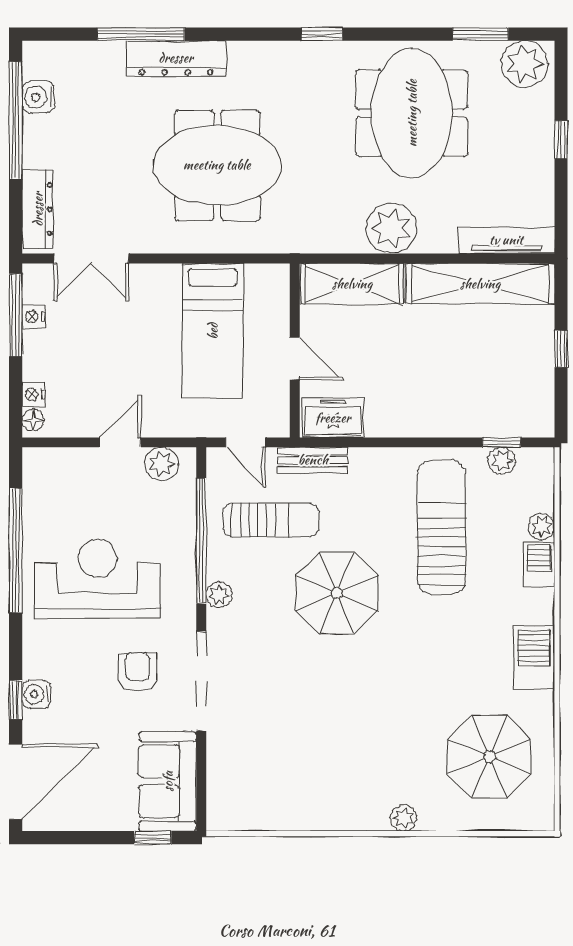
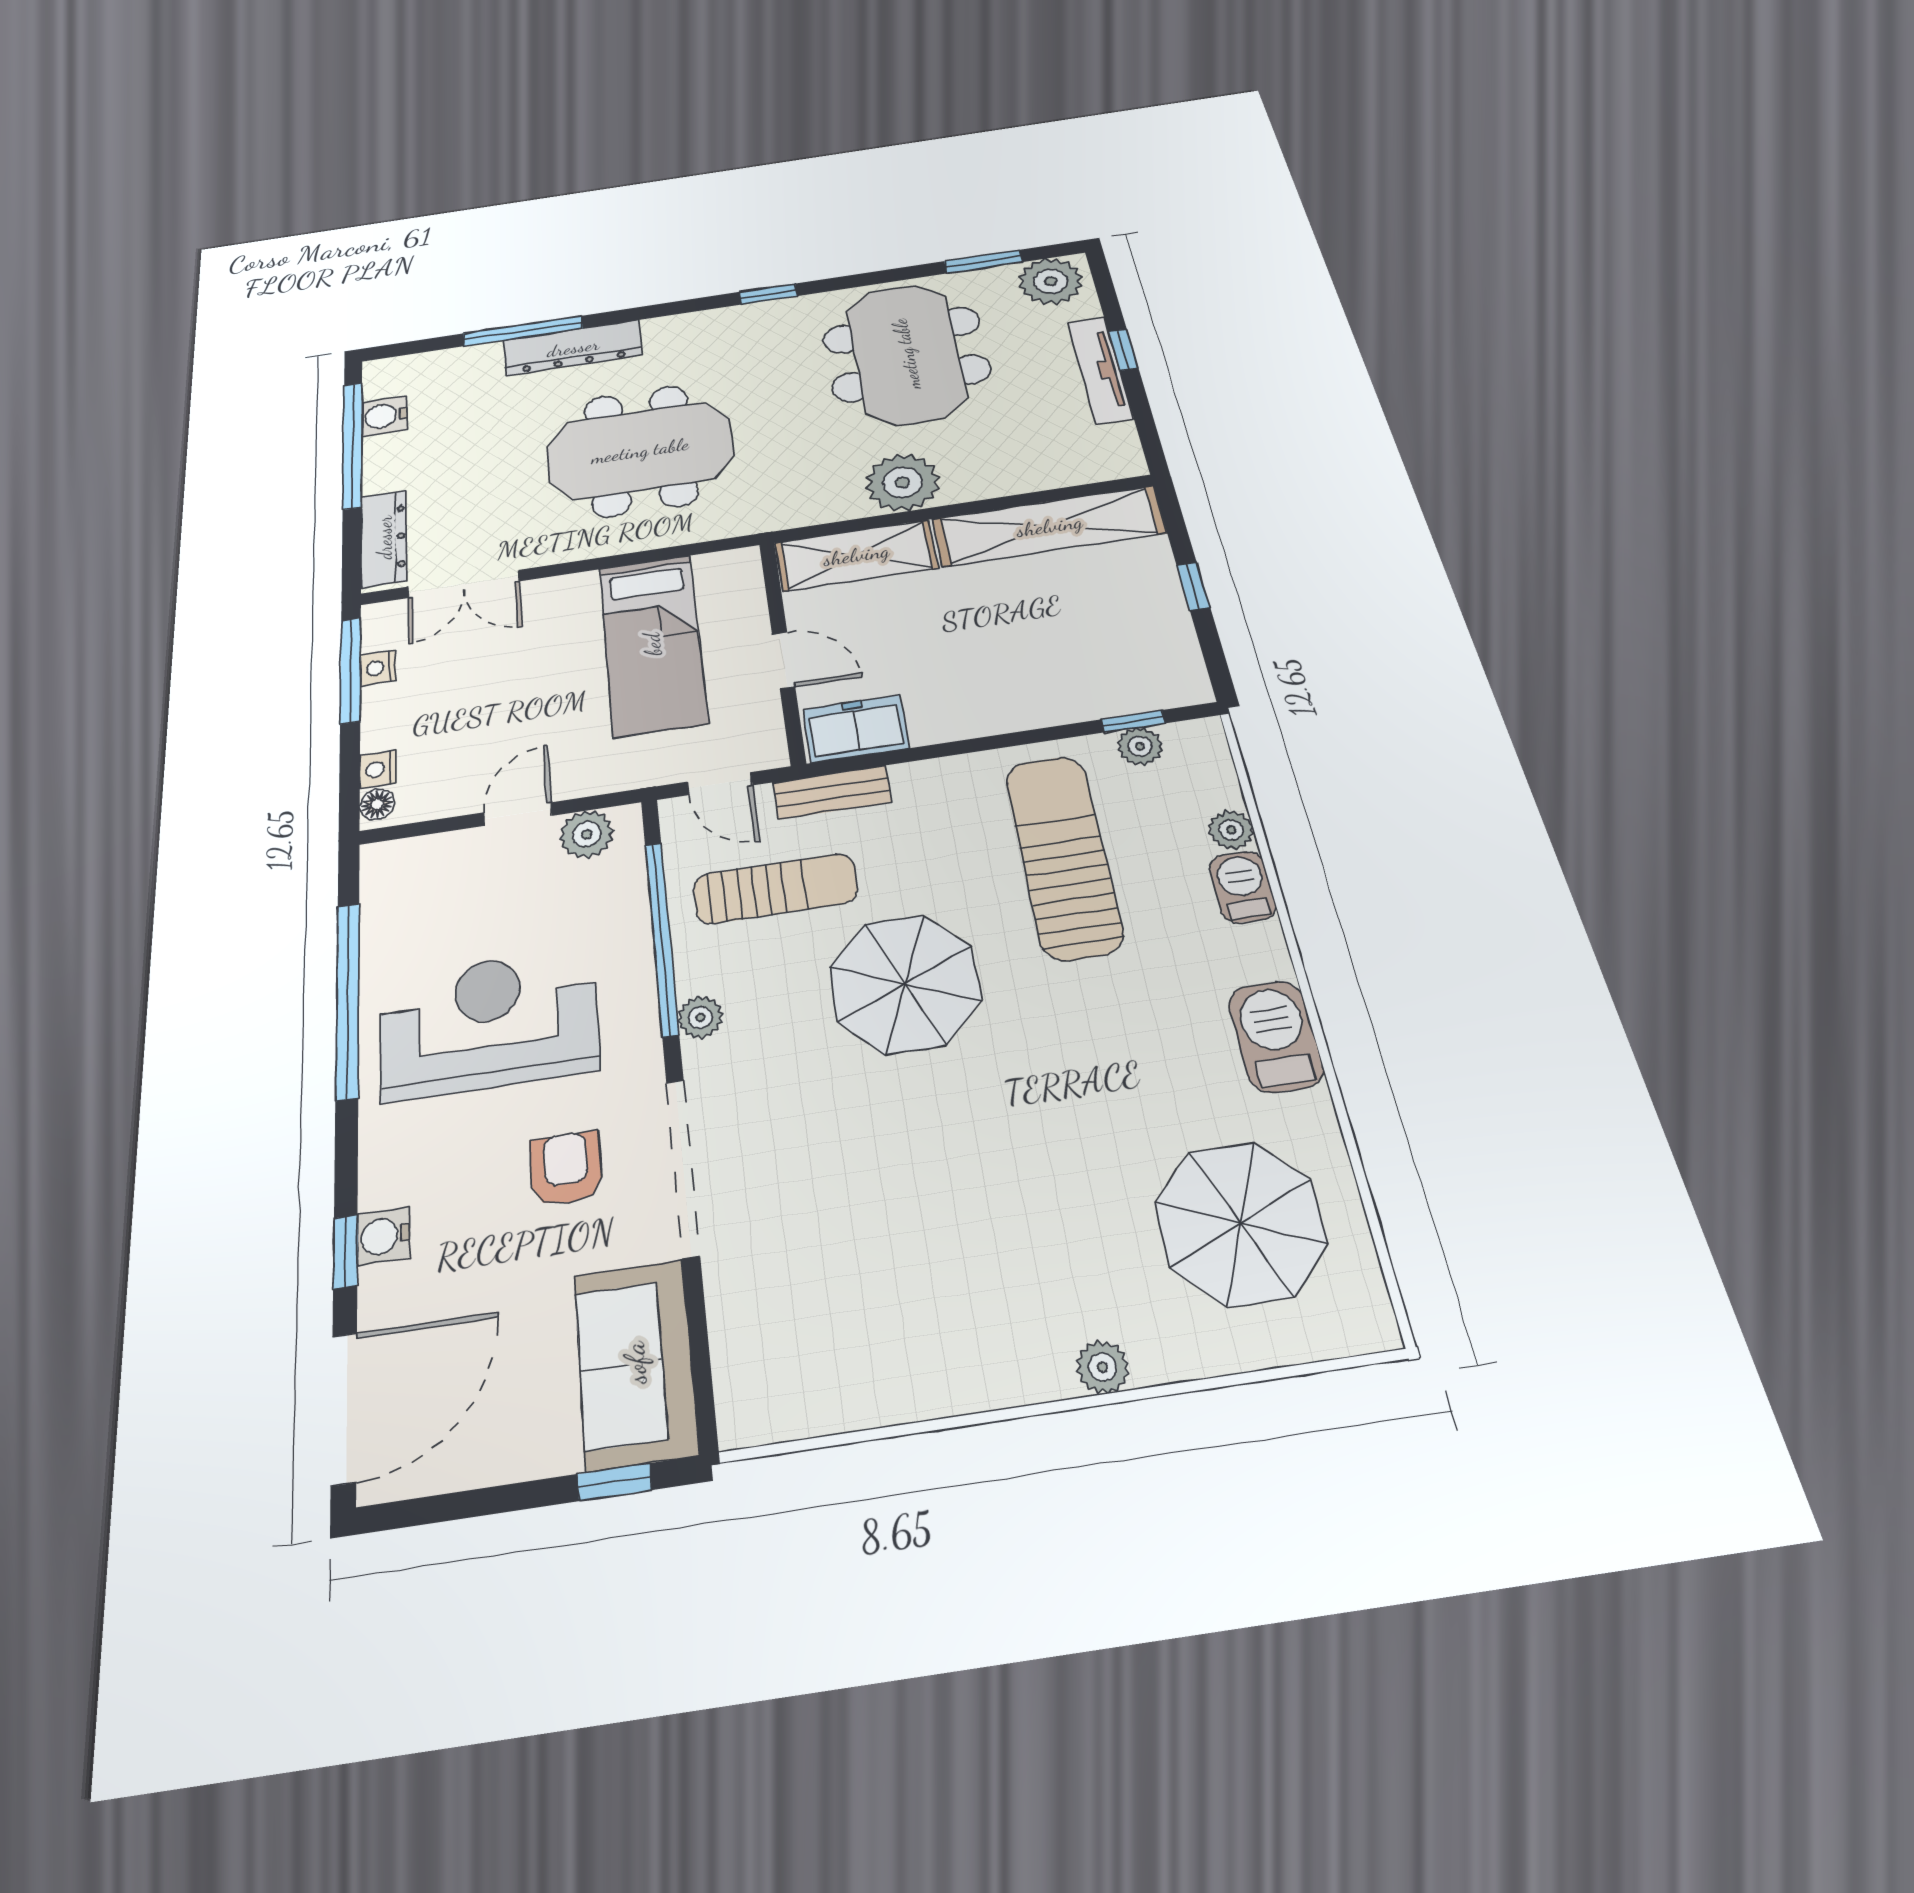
tv unit: (506, 240) -> (1100, 370), moved, turned -90

